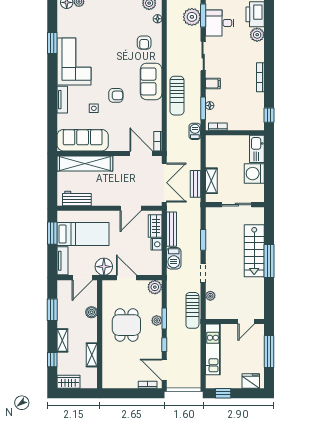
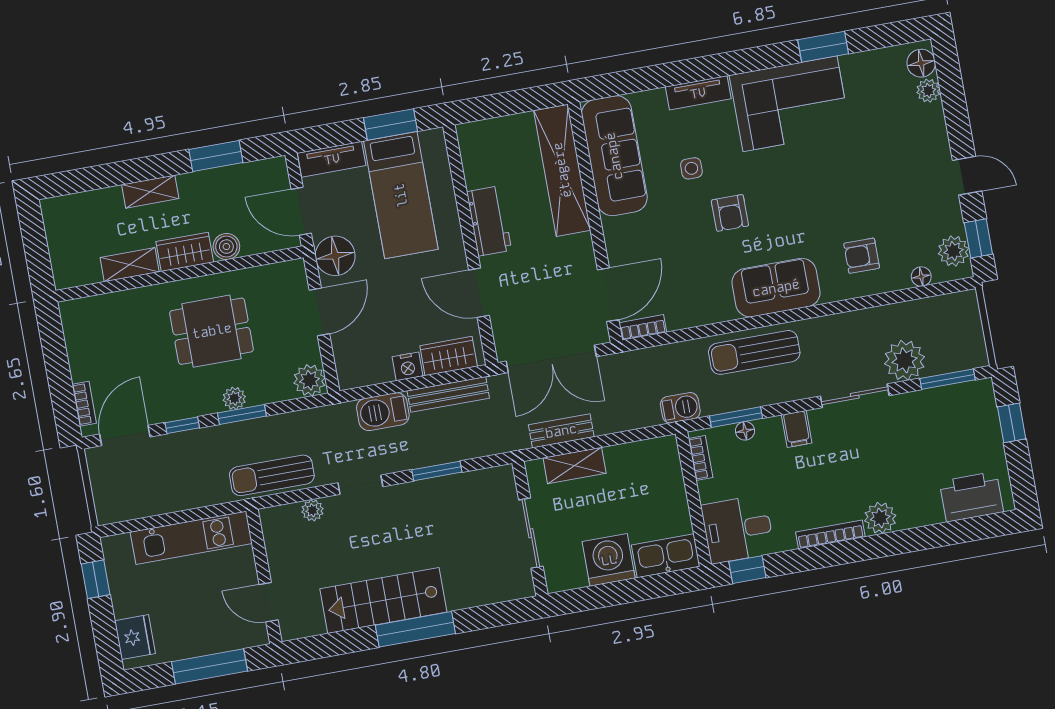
plant: (192, 17) -> (905, 360), moved
desk: (220, 23) -> (738, 529), moved, turned -90
plant: (257, 35) -> (880, 518), moved
workbench: (77, 198) -> (489, 221), moved
stairs: (254, 251) -> (383, 600), moved
window: (52, 360) -> (102, 176), removed
wardrobe: (69, 382) -> (185, 252), moved, turned -90

